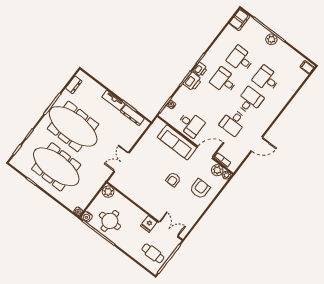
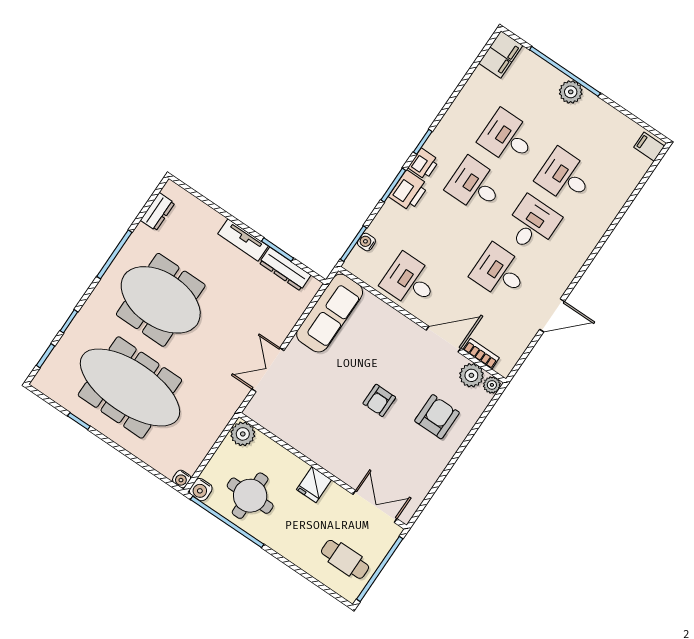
desk: (233, 122) -> (500, 272), turned 90
desk: (191, 124) -> (410, 281), turned 180
meeting table: (73, 126) -> (161, 300), width x0.73
sofa: (177, 142) -> (330, 313), moved, turned -90
fridge: (149, 224) -> (314, 485), moved

